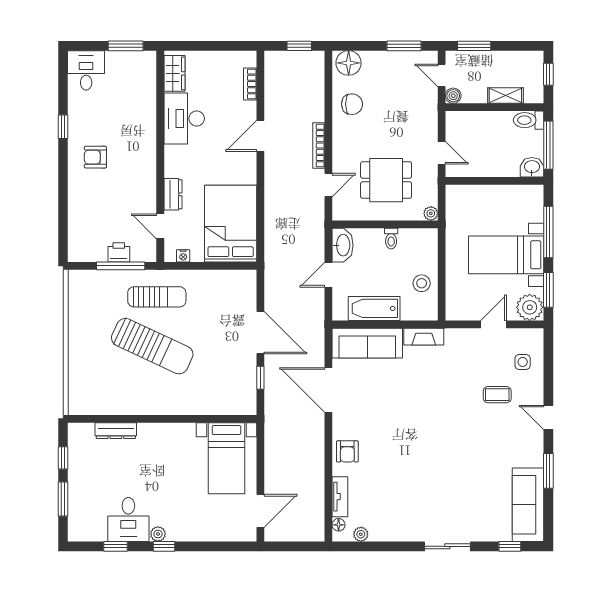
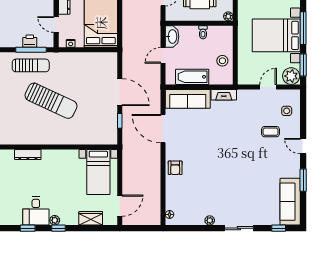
bed with nightstands: (506, 255) -> (276, 35), width x1.36
sun lounger: (157, 297) -> (31, 65), moved
tv unit: (340, 497) -> (170, 197), removed
wardrobe: (215, 531) -> (91, 218), added
plant: (361, 534) -> (210, 220), moved

